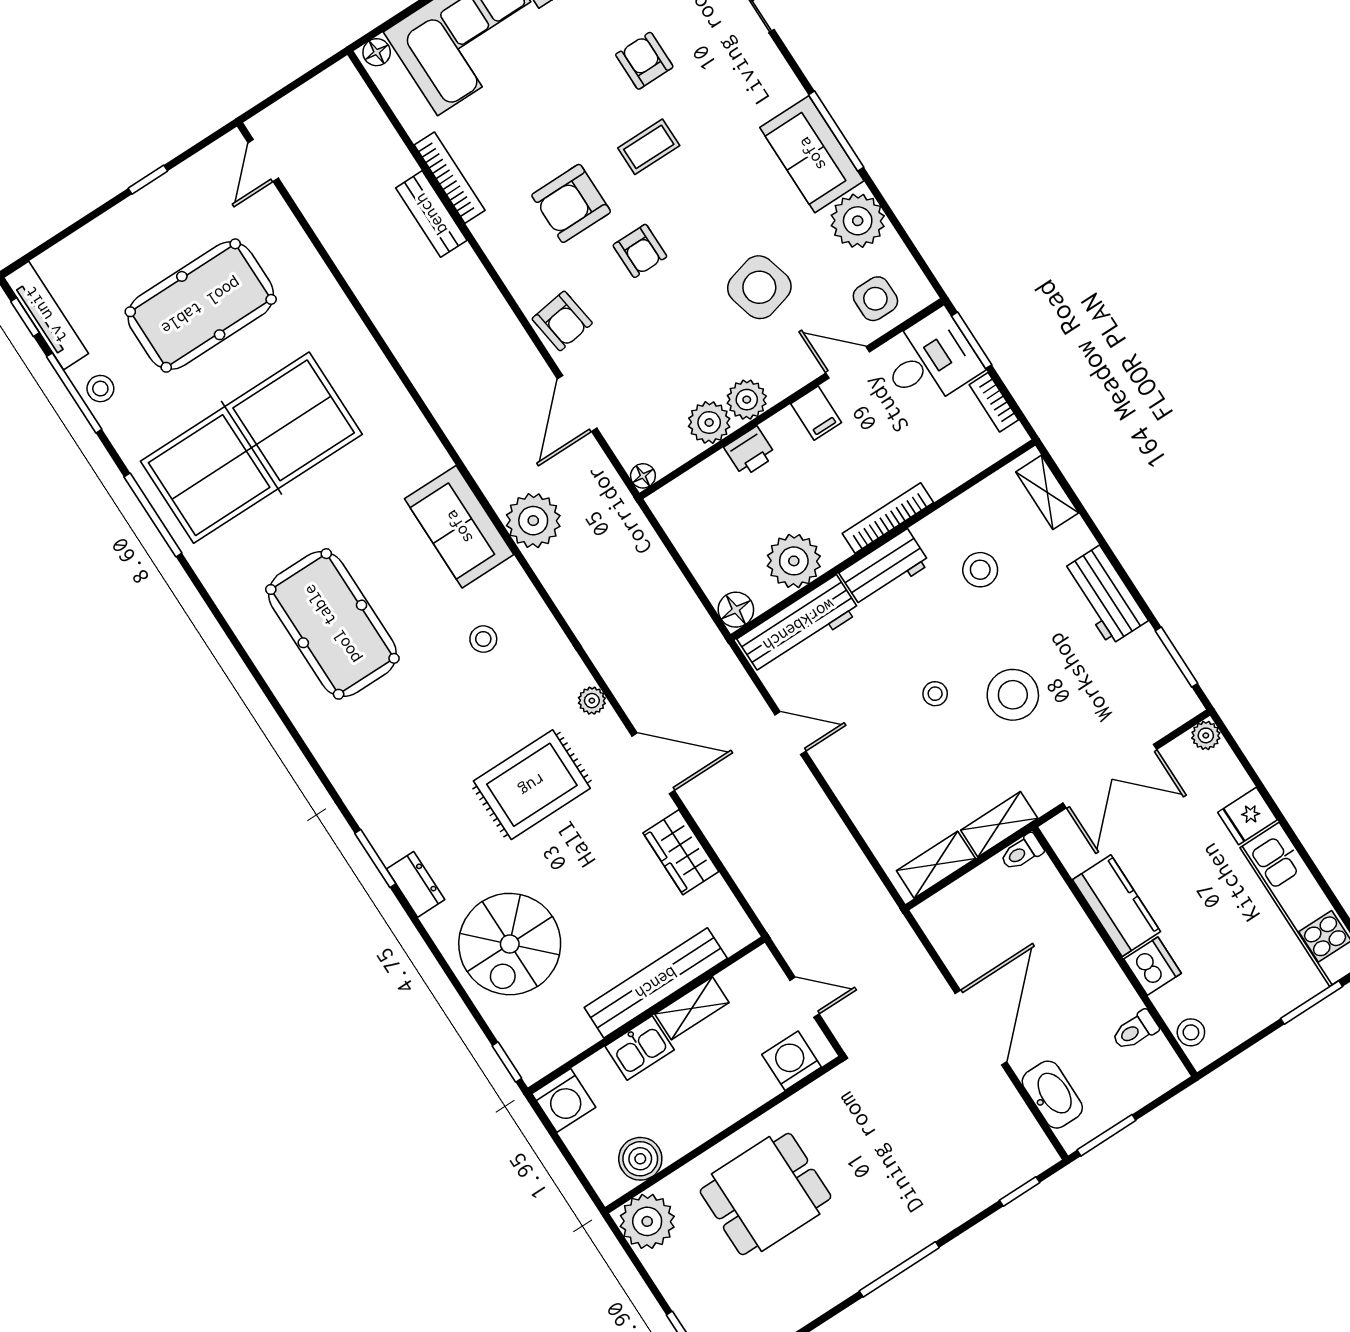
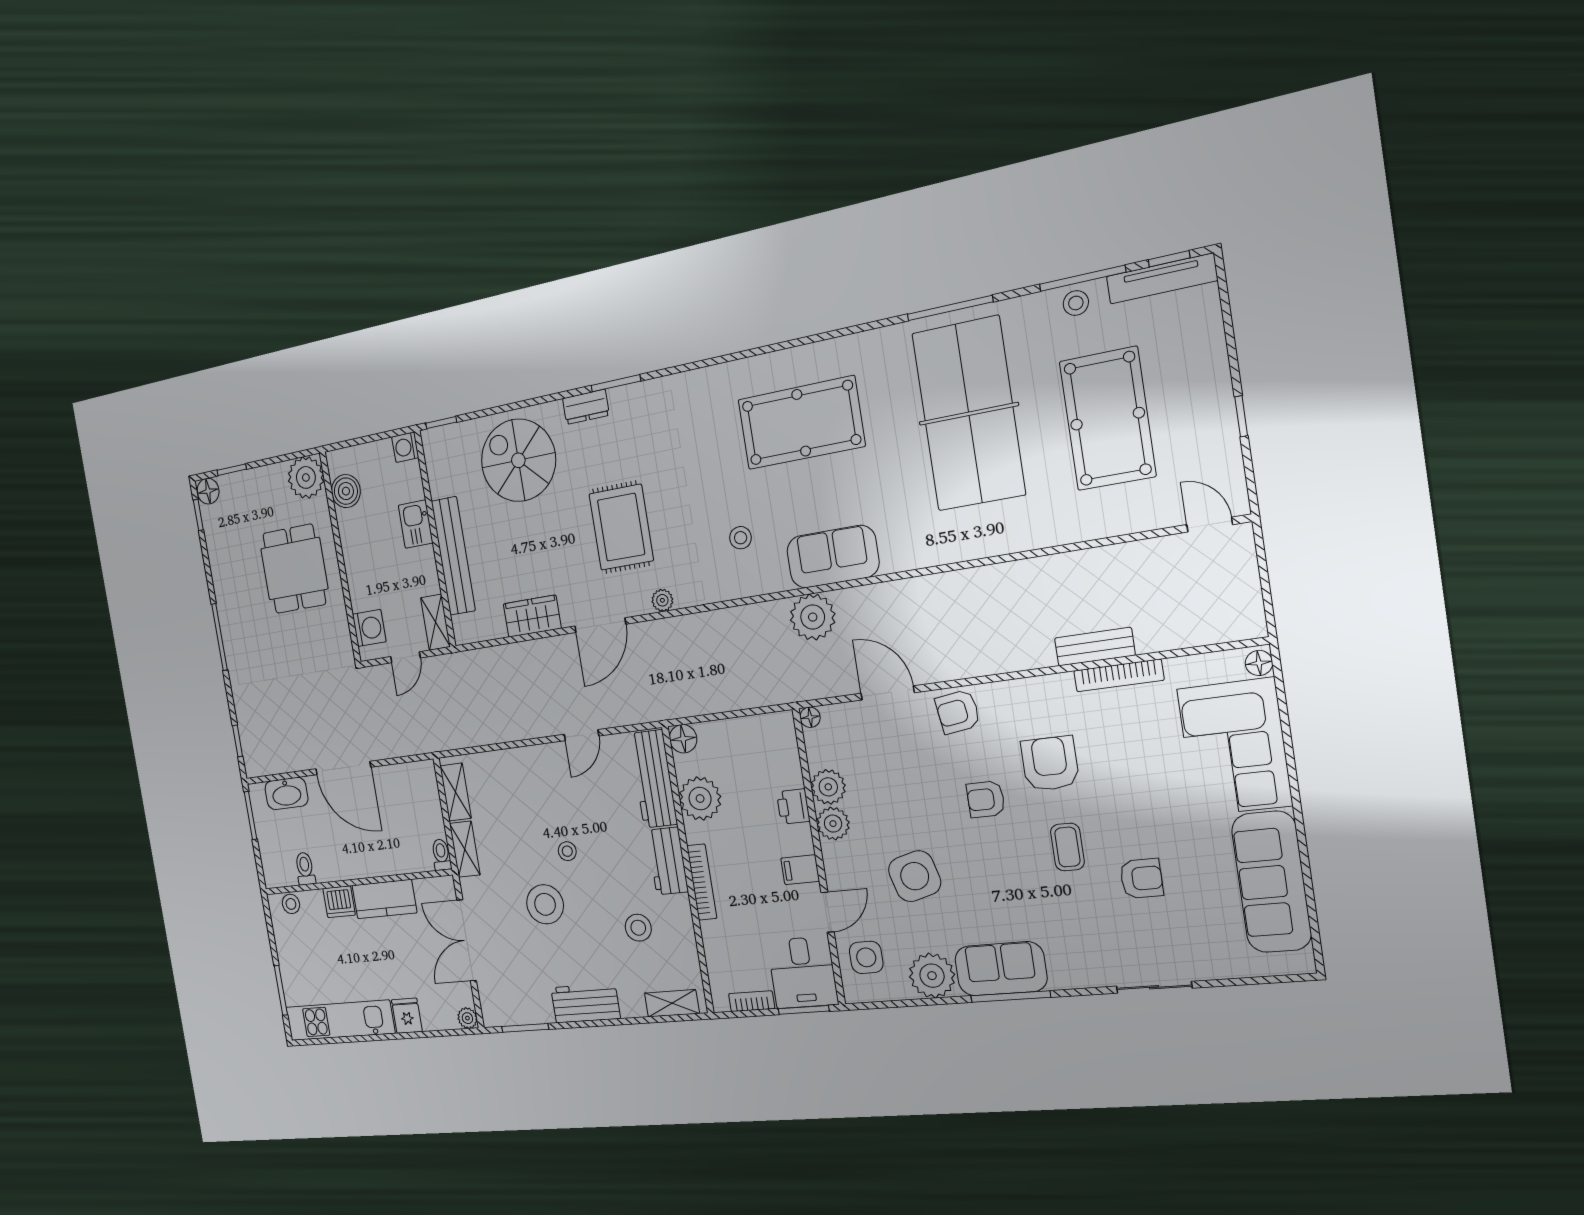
shelving: (692, 1008) -> (435, 622), moved
washing machine: (564, 1100) -> (405, 447), width x0.73, depth x0.73

